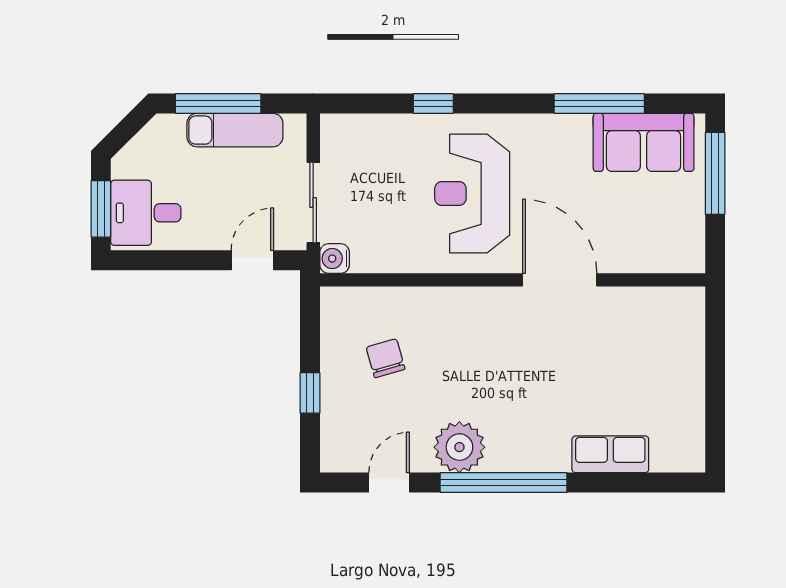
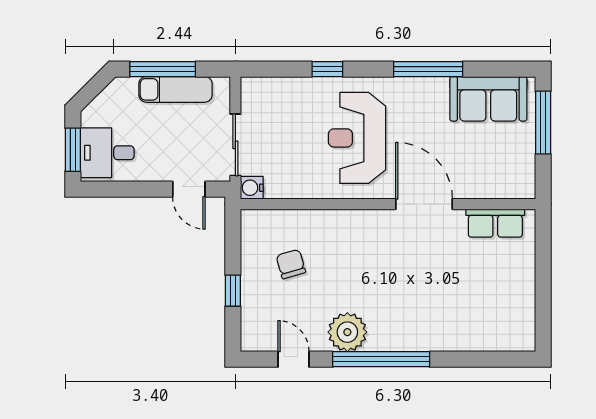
window: (599, 103) -> (428, 69), moved
door: (252, 260) -> (189, 189), swing flipped
row of seats: (610, 454) -> (495, 223), moved, turned 180
door: (389, 482) -> (294, 359), hinge flipped

